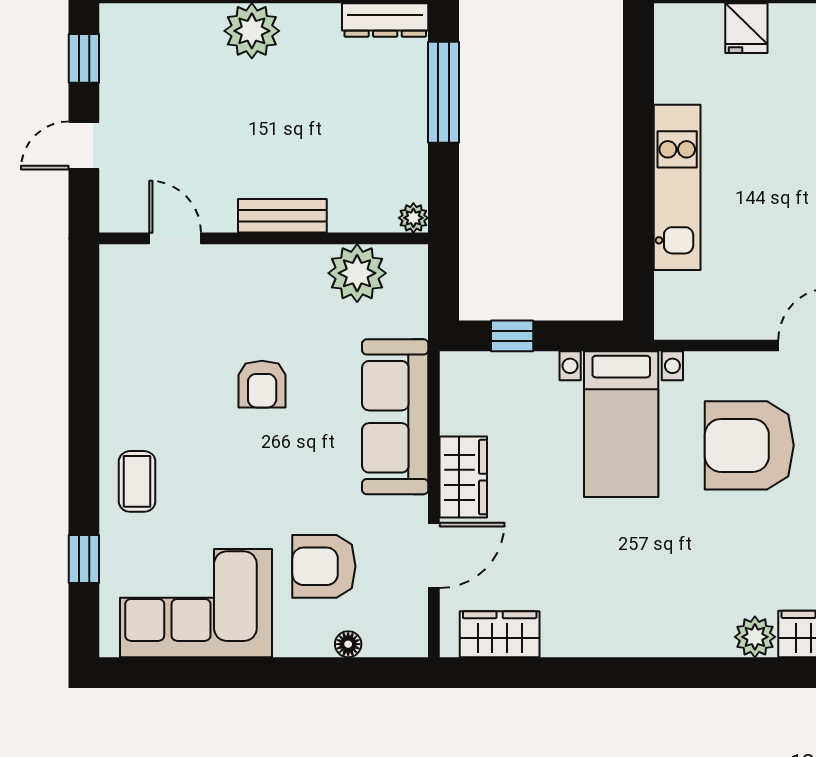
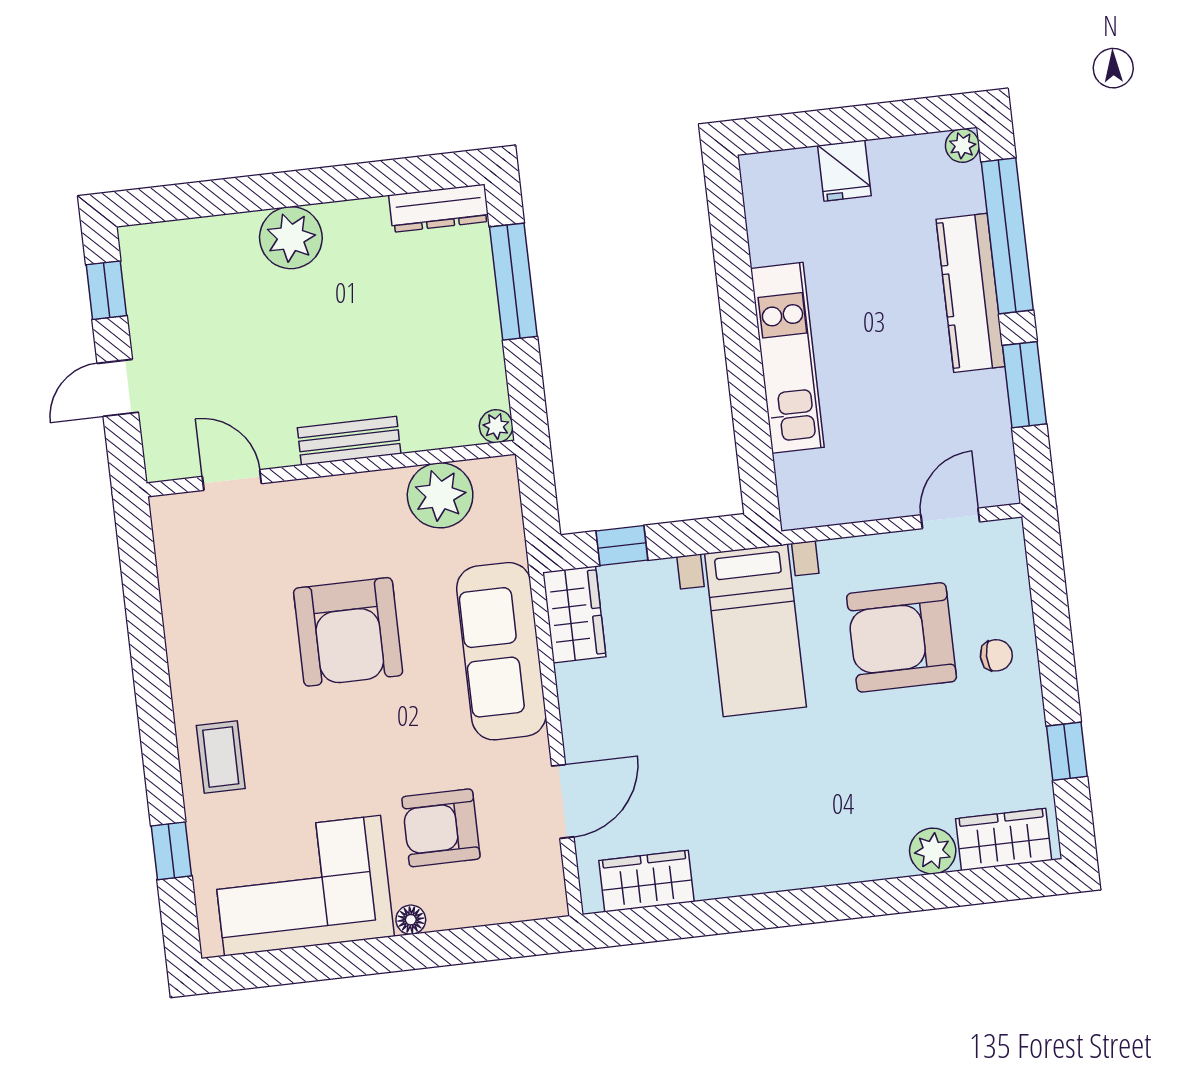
armchair: (262, 384) -> (348, 632), width x1.88, depth x1.88
wardrobe: (463, 477) -> (574, 615), moved
floor lamp: (348, 644) -> (411, 920), moved

